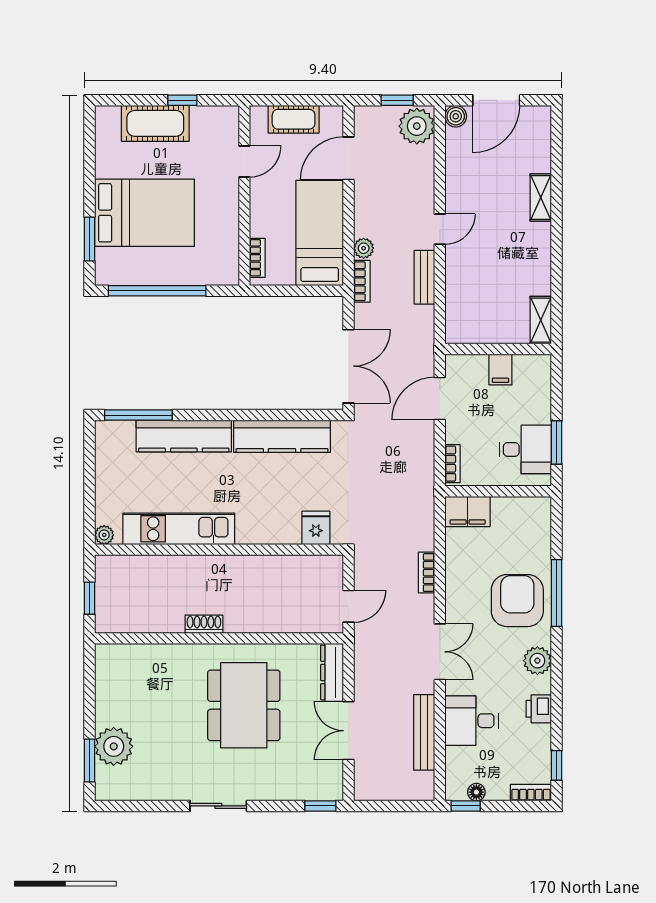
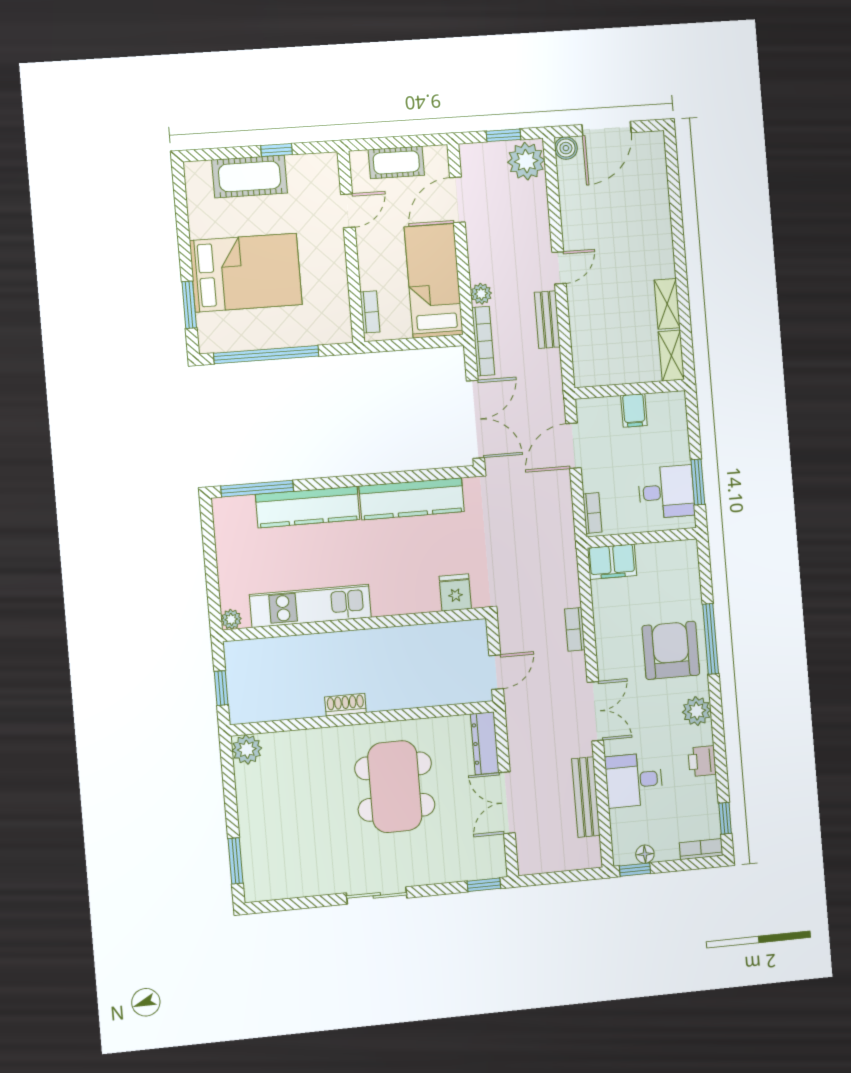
shelving: (541, 197) -> (667, 304), moved
bookcase: (362, 281) -> (483, 341), width x1.56
plant: (114, 746) -> (247, 749), moved, width x0.73, depth x0.73

